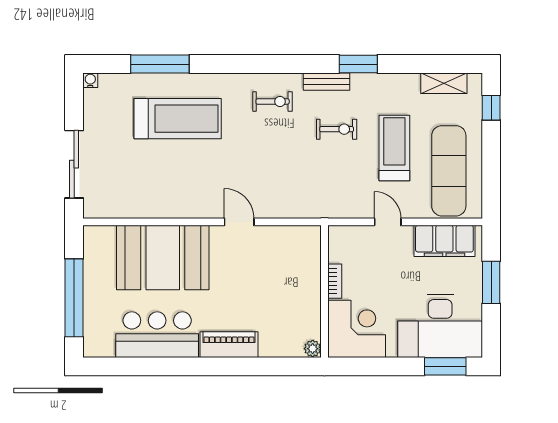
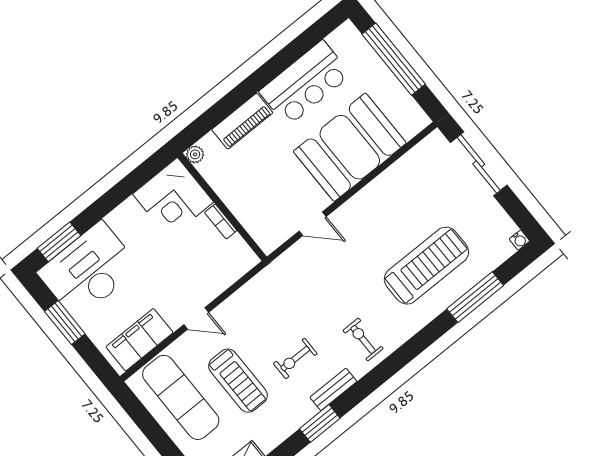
exercise bike: (273, 102) -> (363, 339), turned 90
treadmill: (178, 119) -> (426, 266), turned 180
bookcase: (335, 281) -> (221, 222), moved
window: (491, 282) -> (65, 323), moved
wall: (325, 291) -> (222, 207), moved
corner desk: (357, 329) -> (173, 198), moved
plant: (313, 349) -> (195, 154), moved

